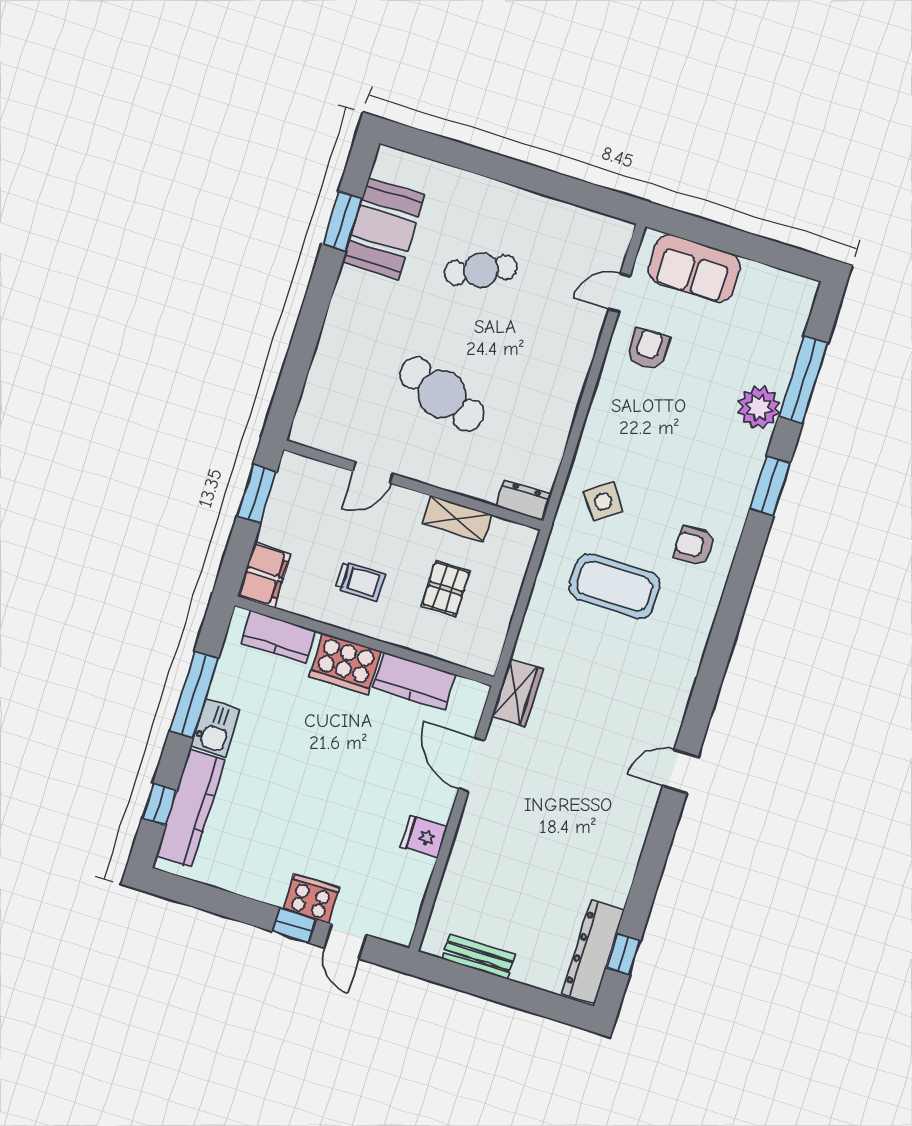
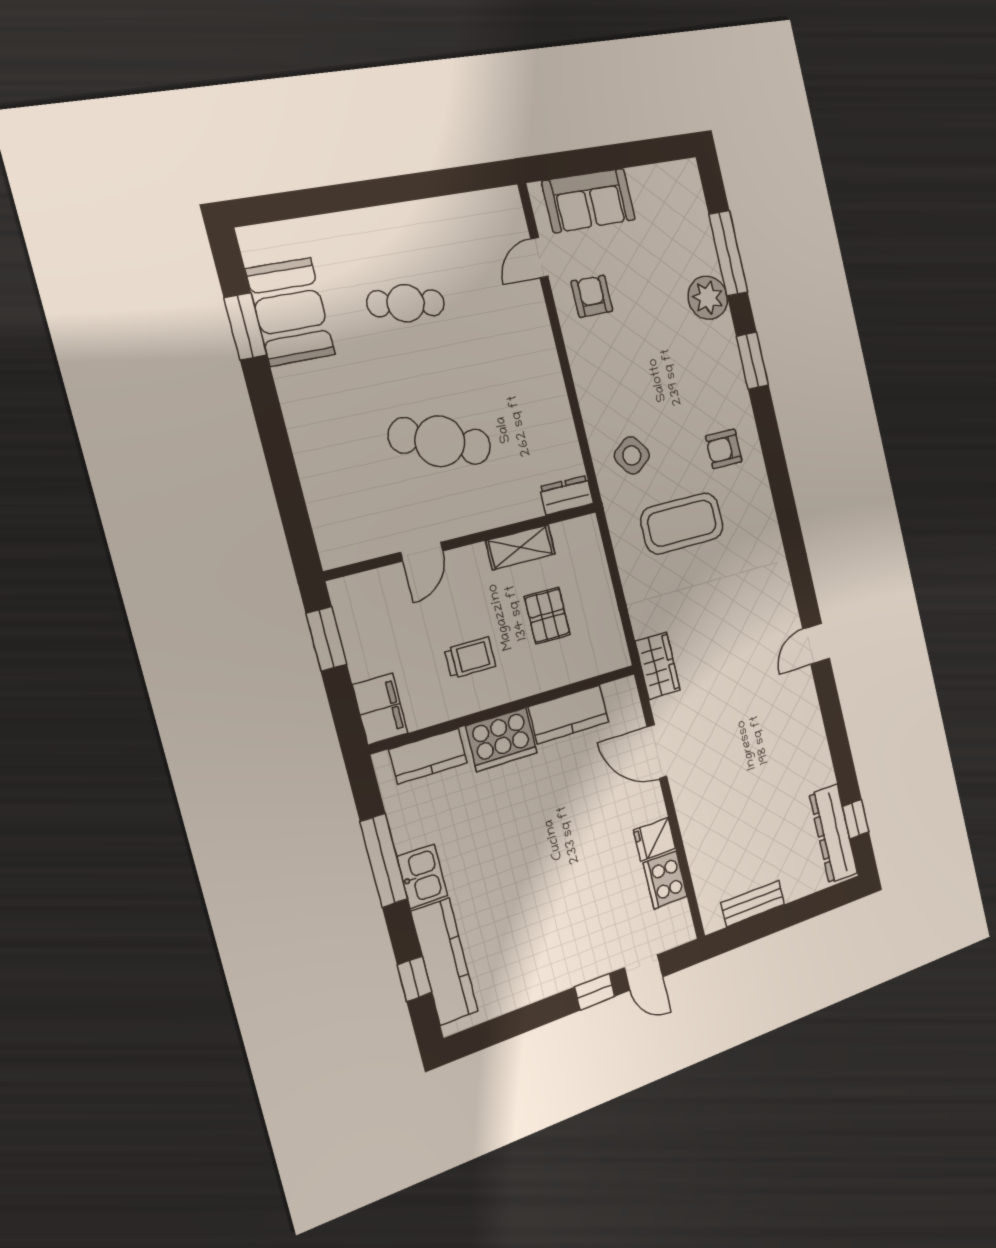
cafe table: (481, 270) -> (406, 303), turned 33
cooker: (311, 899) -> (665, 880), moved, turned -90

